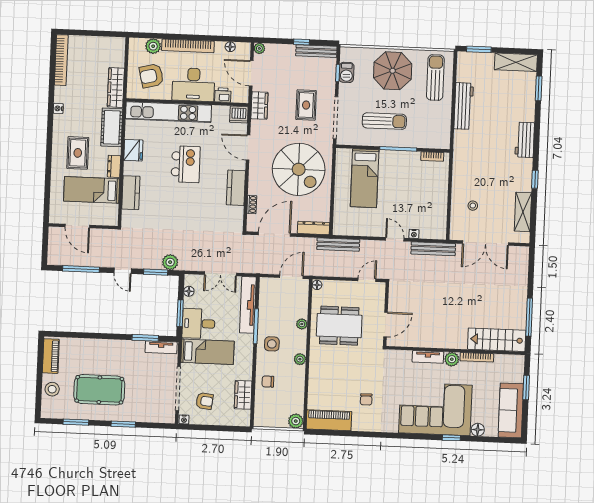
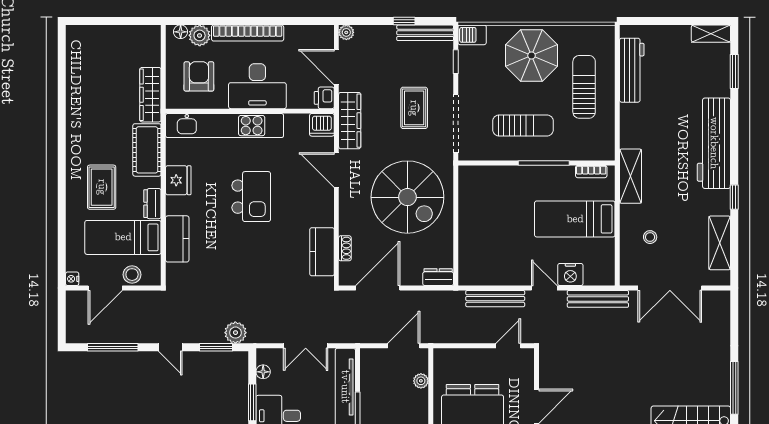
floor lamp: (230, 47) -> (181, 32), moved
window: (479, 49) -> (649, 21), removed
bookcase: (61, 60) -> (74, 60), removed
shelving: (516, 62) -> (711, 34), width x0.67, depth x0.75
barbecue: (346, 72) -> (472, 35), moved, turned 90
armchair: (151, 76) -> (199, 76), turned 104
sun lounger: (435, 78) -> (584, 87), moved
printer: (223, 95) -> (324, 98), moved, turned -90
wardrobe: (259, 105) -> (350, 121), width x1.50
workbench: (464, 106) -> (632, 70), moved
nightstand: (58, 108) -> (72, 279), moved
workbench: (525, 140) -> (714, 143), width x1.88, depth x1.32
shelving: (461, 161) -> (631, 176), added
bed: (365, 178) -> (575, 219), moved, turned 90
kitchen counter: (236, 188) -> (322, 252), moved
stool: (97, 217) -> (132, 275), added
door: (77, 226) -> (105, 288), hinge flipped
dresser: (313, 228) -> (438, 277), width x0.70
nightstand: (414, 234) -> (570, 274), width x1.89, depth x1.79
bench: (338, 245) -> (495, 299), moved
floor lamp: (317, 285) -> (440, 356), removed
plant: (302, 324) -> (421, 381), moved

